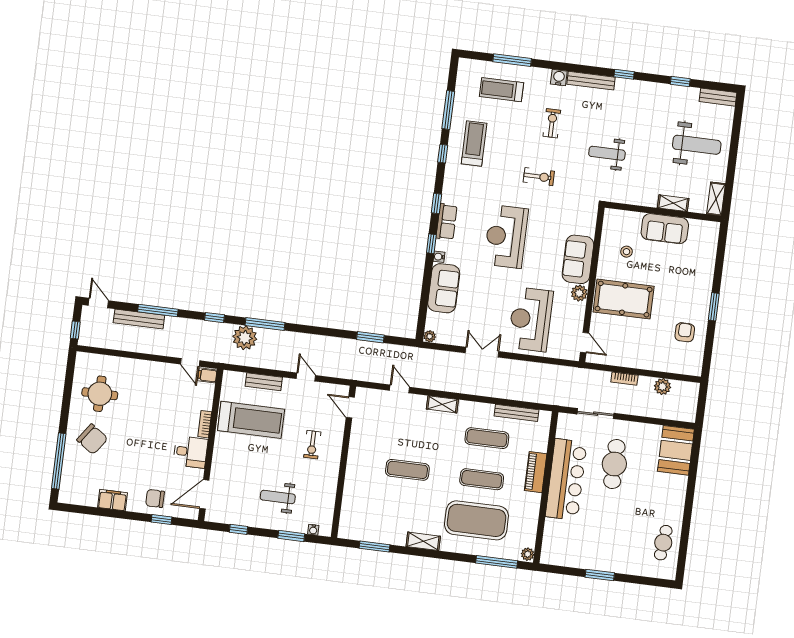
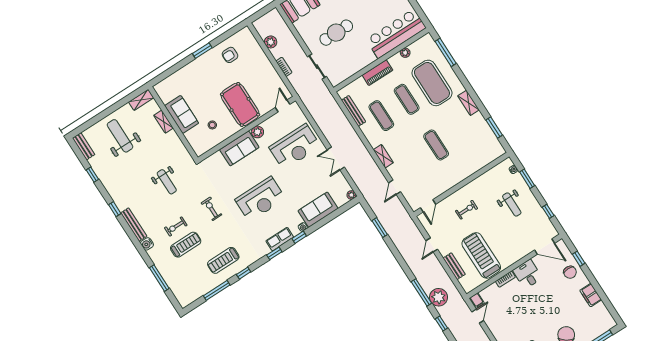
treadmill: (502, 90) -> (186, 245), moved, turned -90
bar counter: (566, 479) -> (396, 34), moved
plant: (528, 554) -> (405, 53), moved

